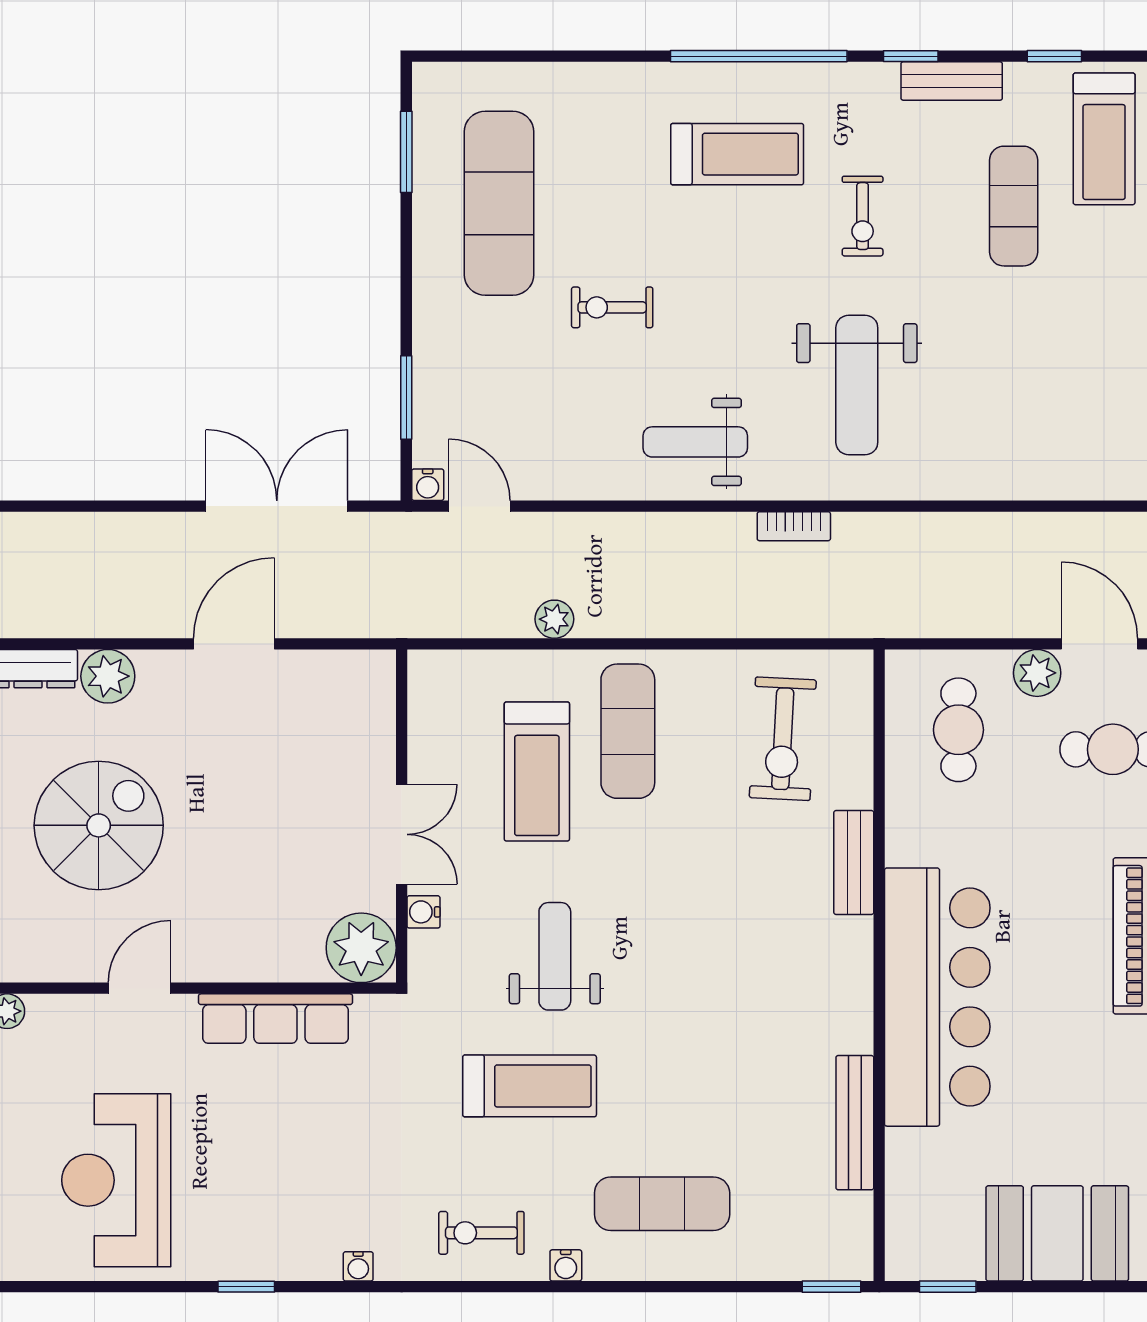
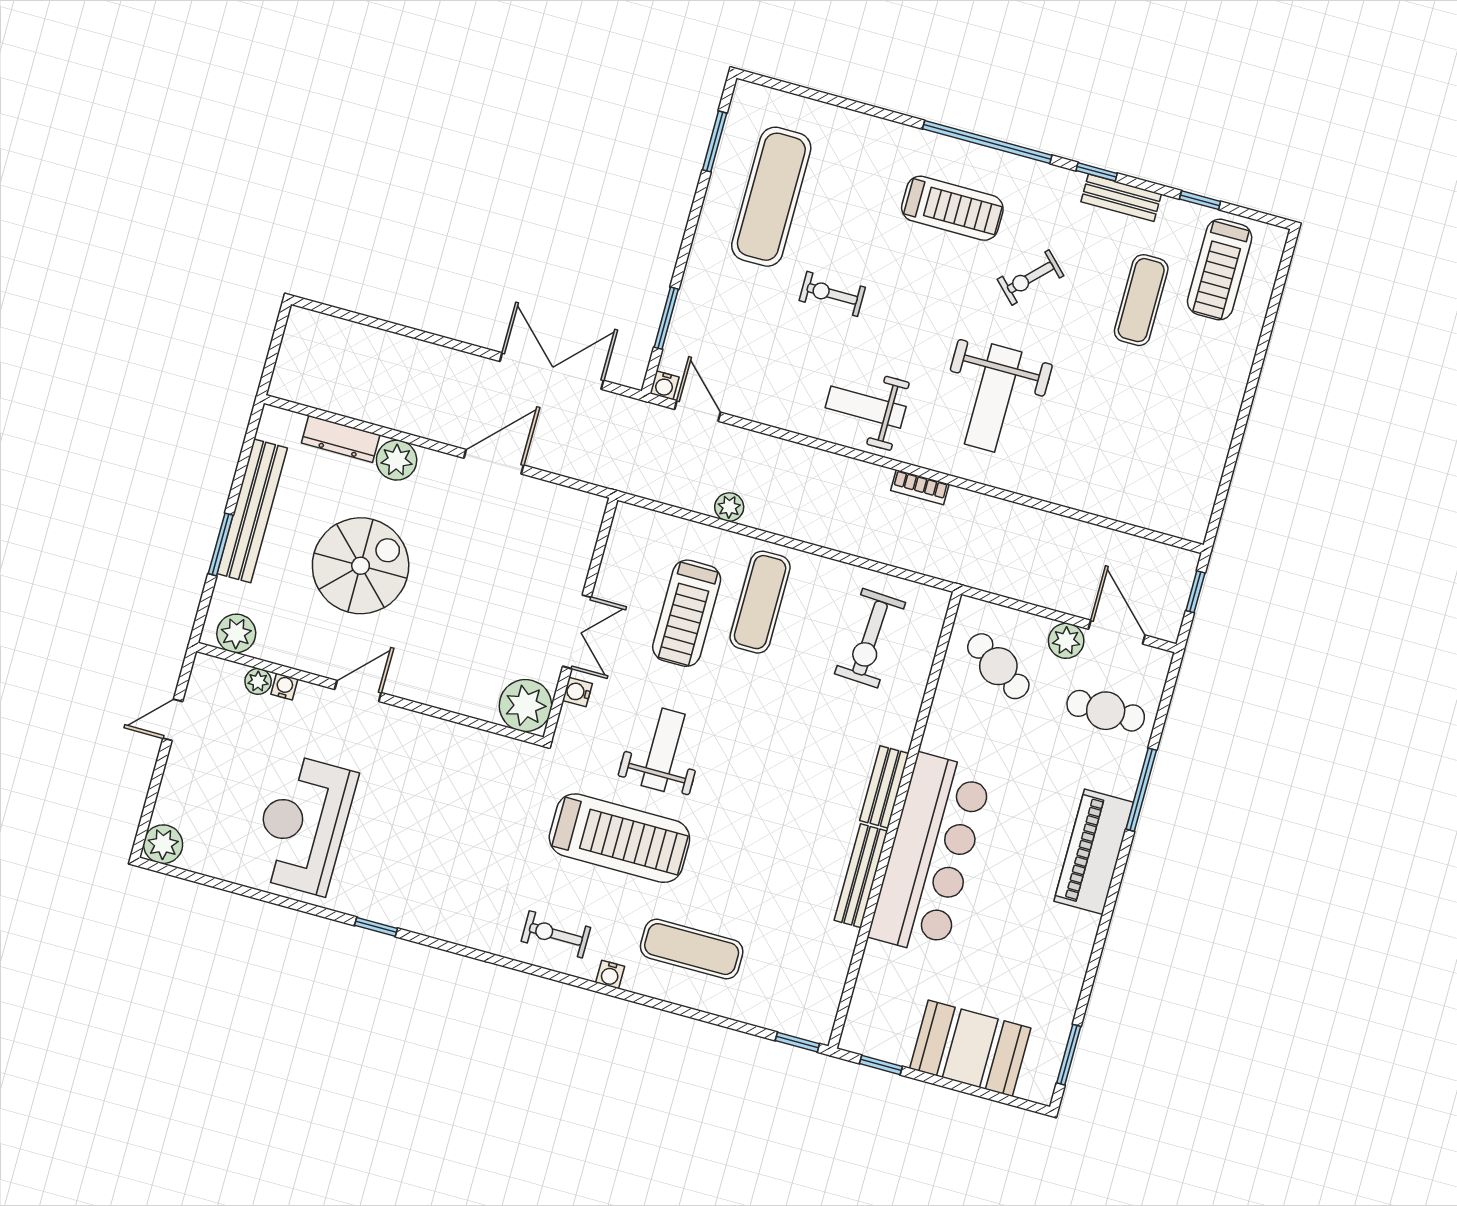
exercise bike: (863, 216) -> (1030, 278), turned 45
cafe table: (958, 730) -> (998, 666), turned -57
bench: (854, 862) -> (884, 787), moved
row of seats: (275, 1019) -> (450, 740), removed
treadmill: (530, 1086) -> (619, 838), width x1.37, depth x1.38
bench: (855, 1123) -> (861, 876), moved
water cooler: (358, 1266) -> (284, 687), moved, turned 180

